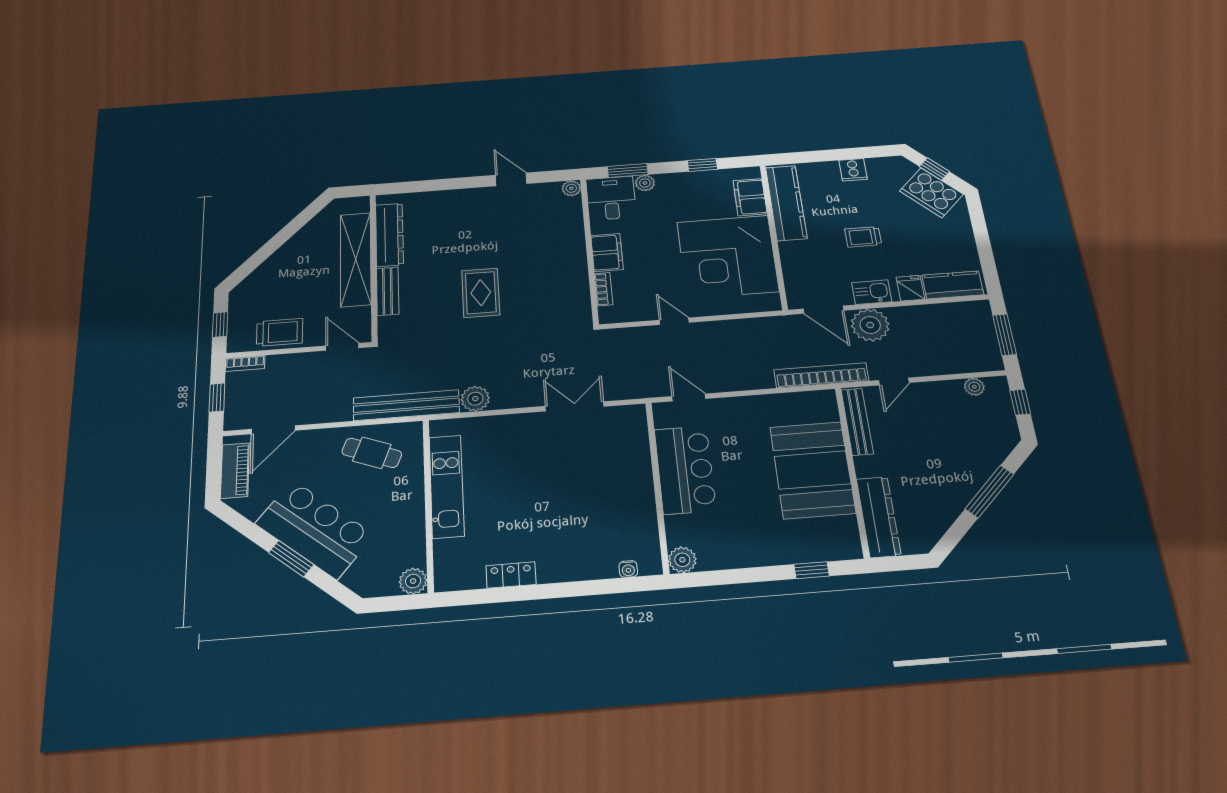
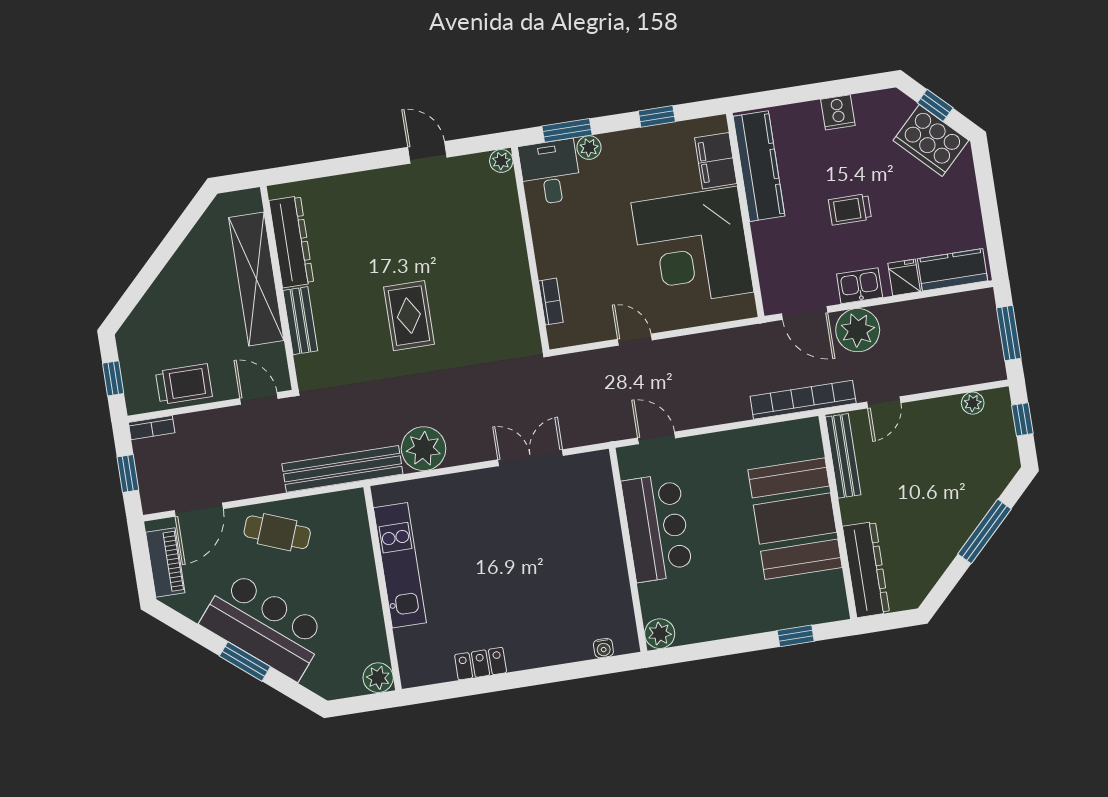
filing cabinet: (607, 253) -> (551, 251), removed
plant: (475, 399) -> (424, 449), width x1.36, depth x1.36
cafe table: (372, 453) -> (277, 532), moved

